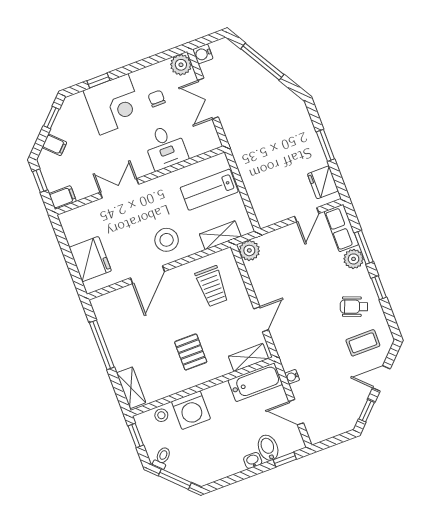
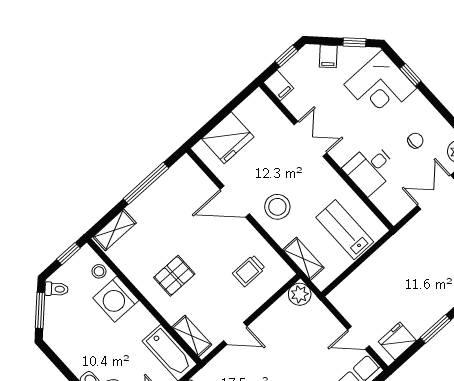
corner desk: (114, 104) -> (380, 86), moved
trolley: (212, 286) -> (249, 271), width x0.73, depth x0.72

